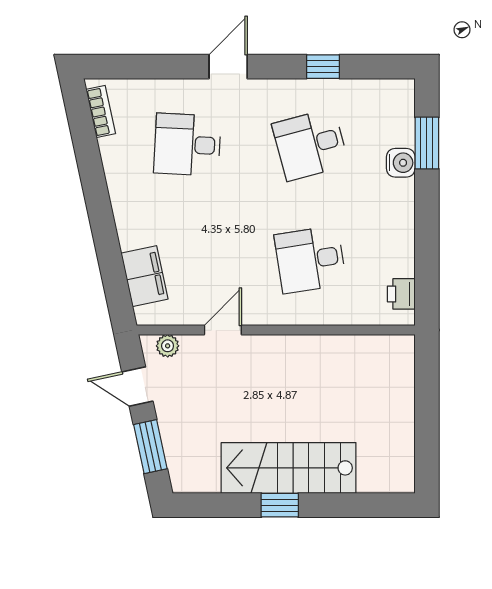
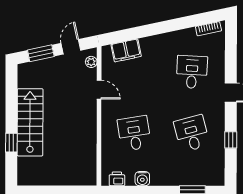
water cooler: (401, 163) -> (142, 179), moved
window: (280, 505) -> (11, 143), moved

